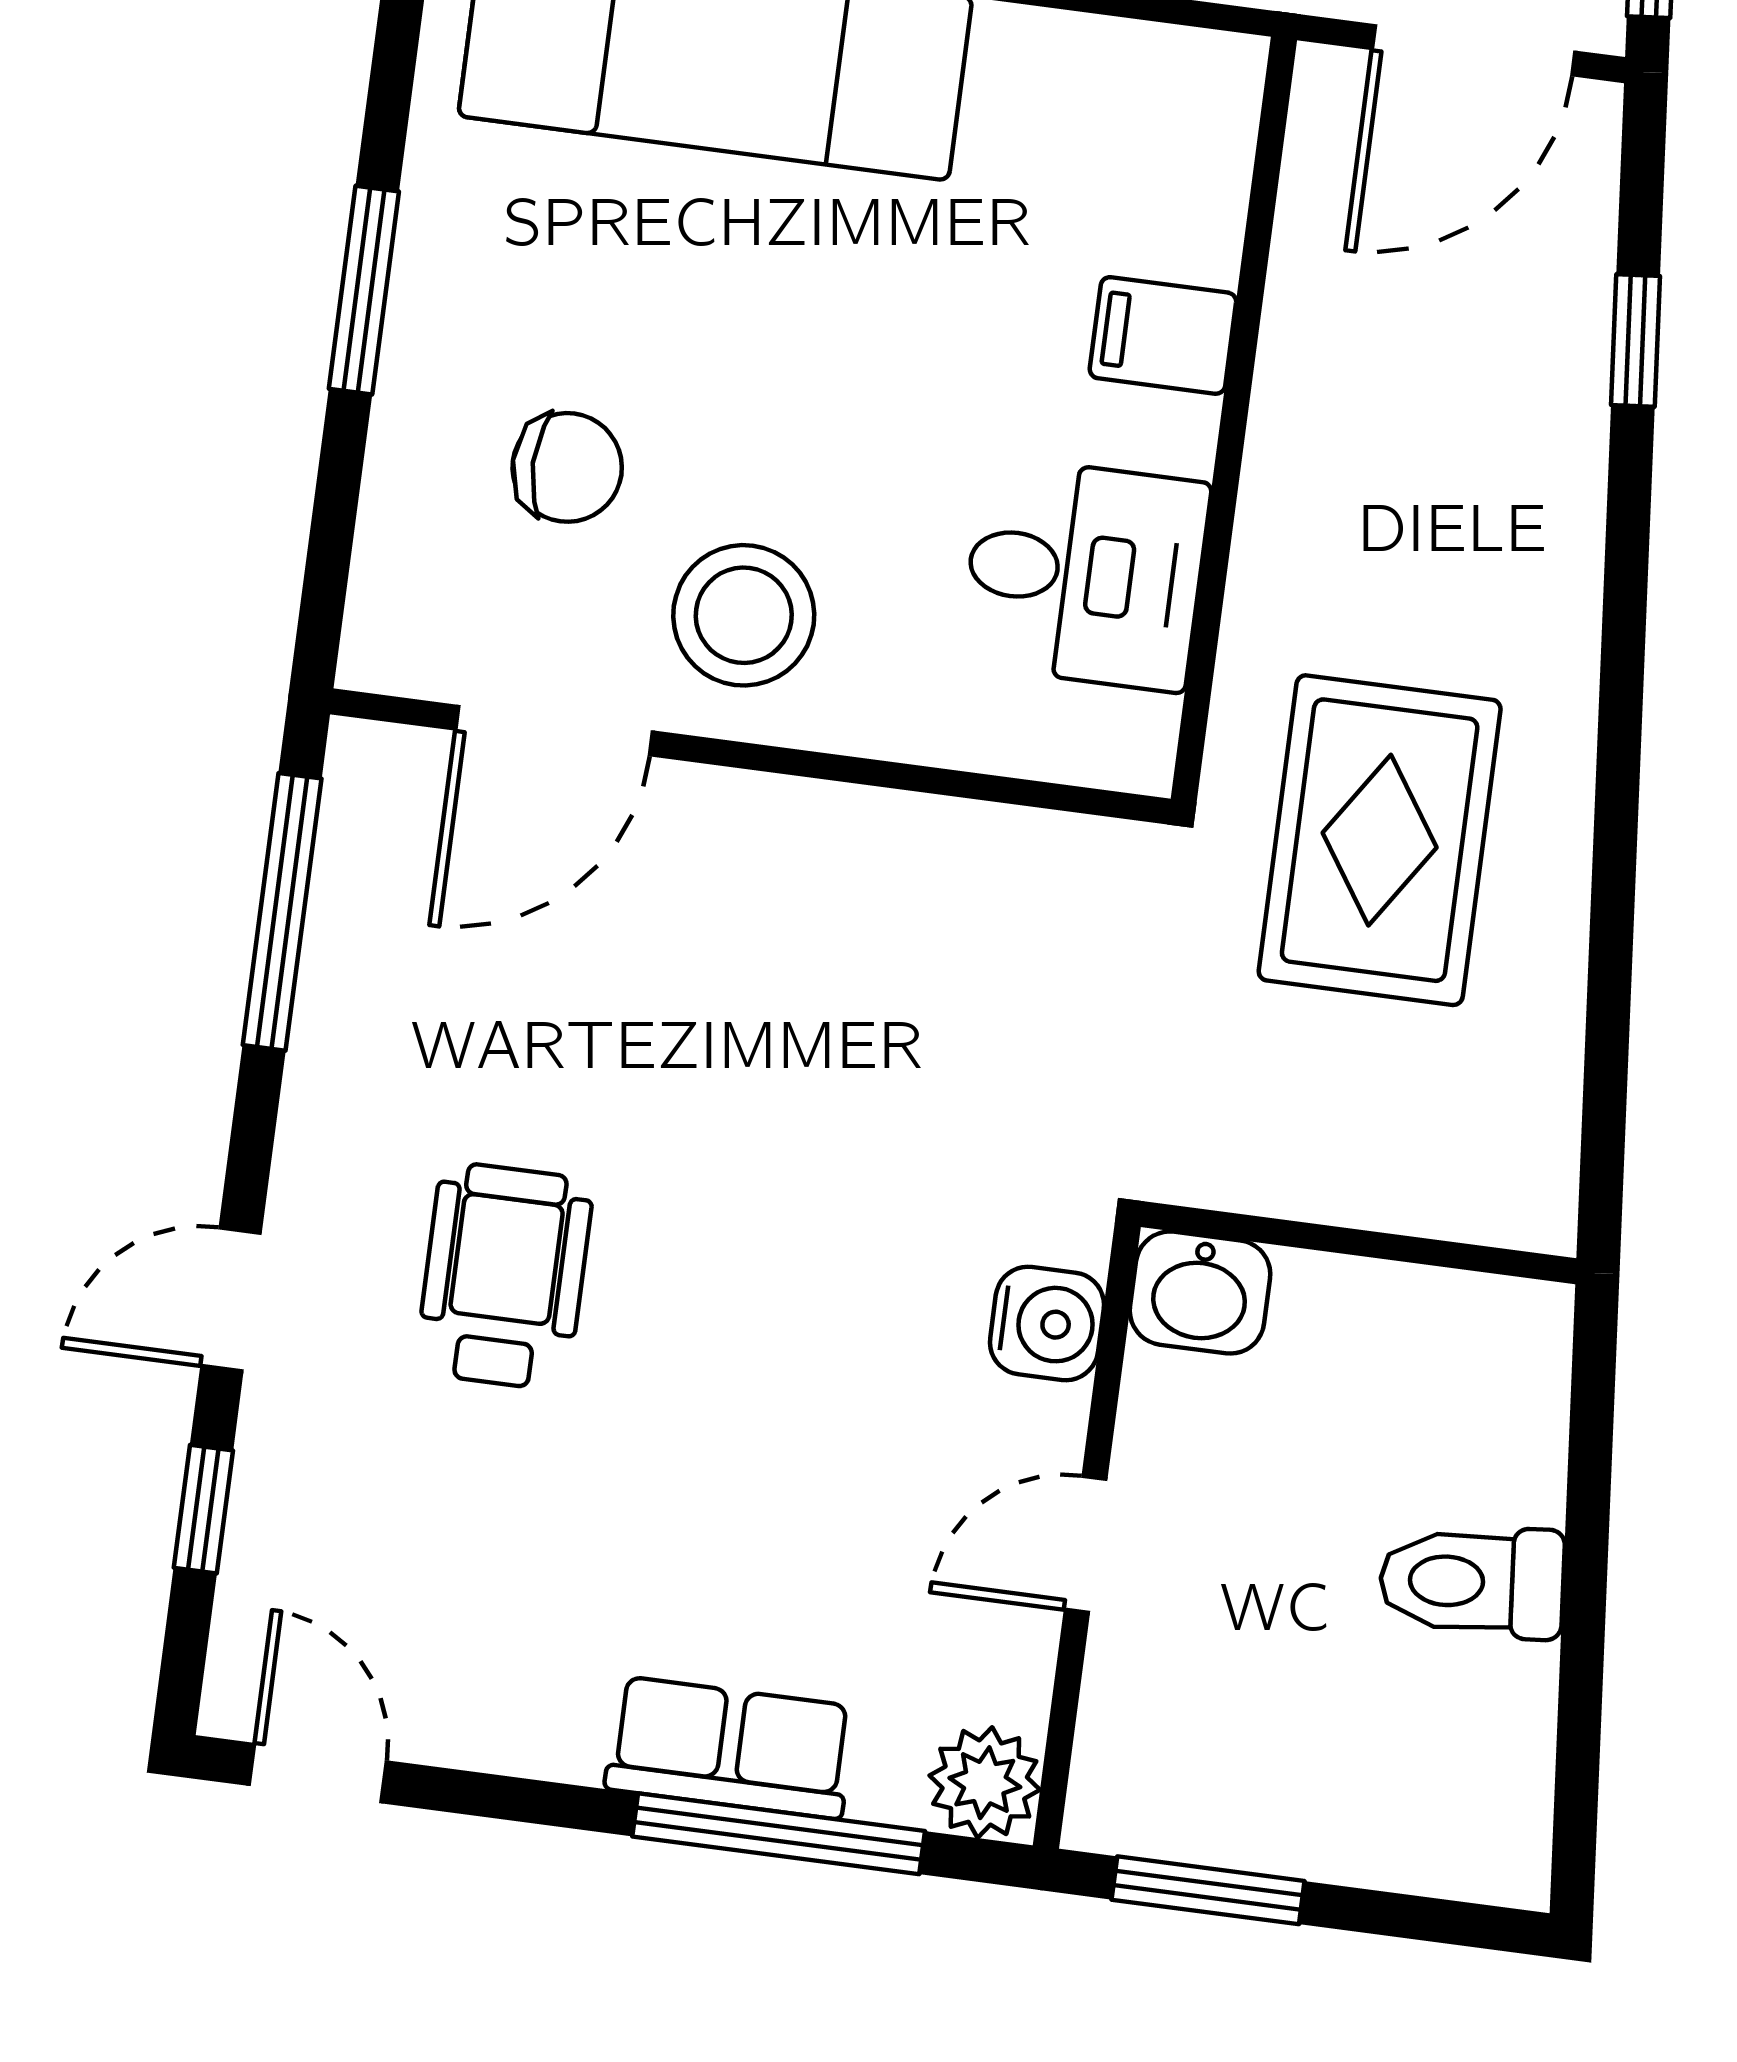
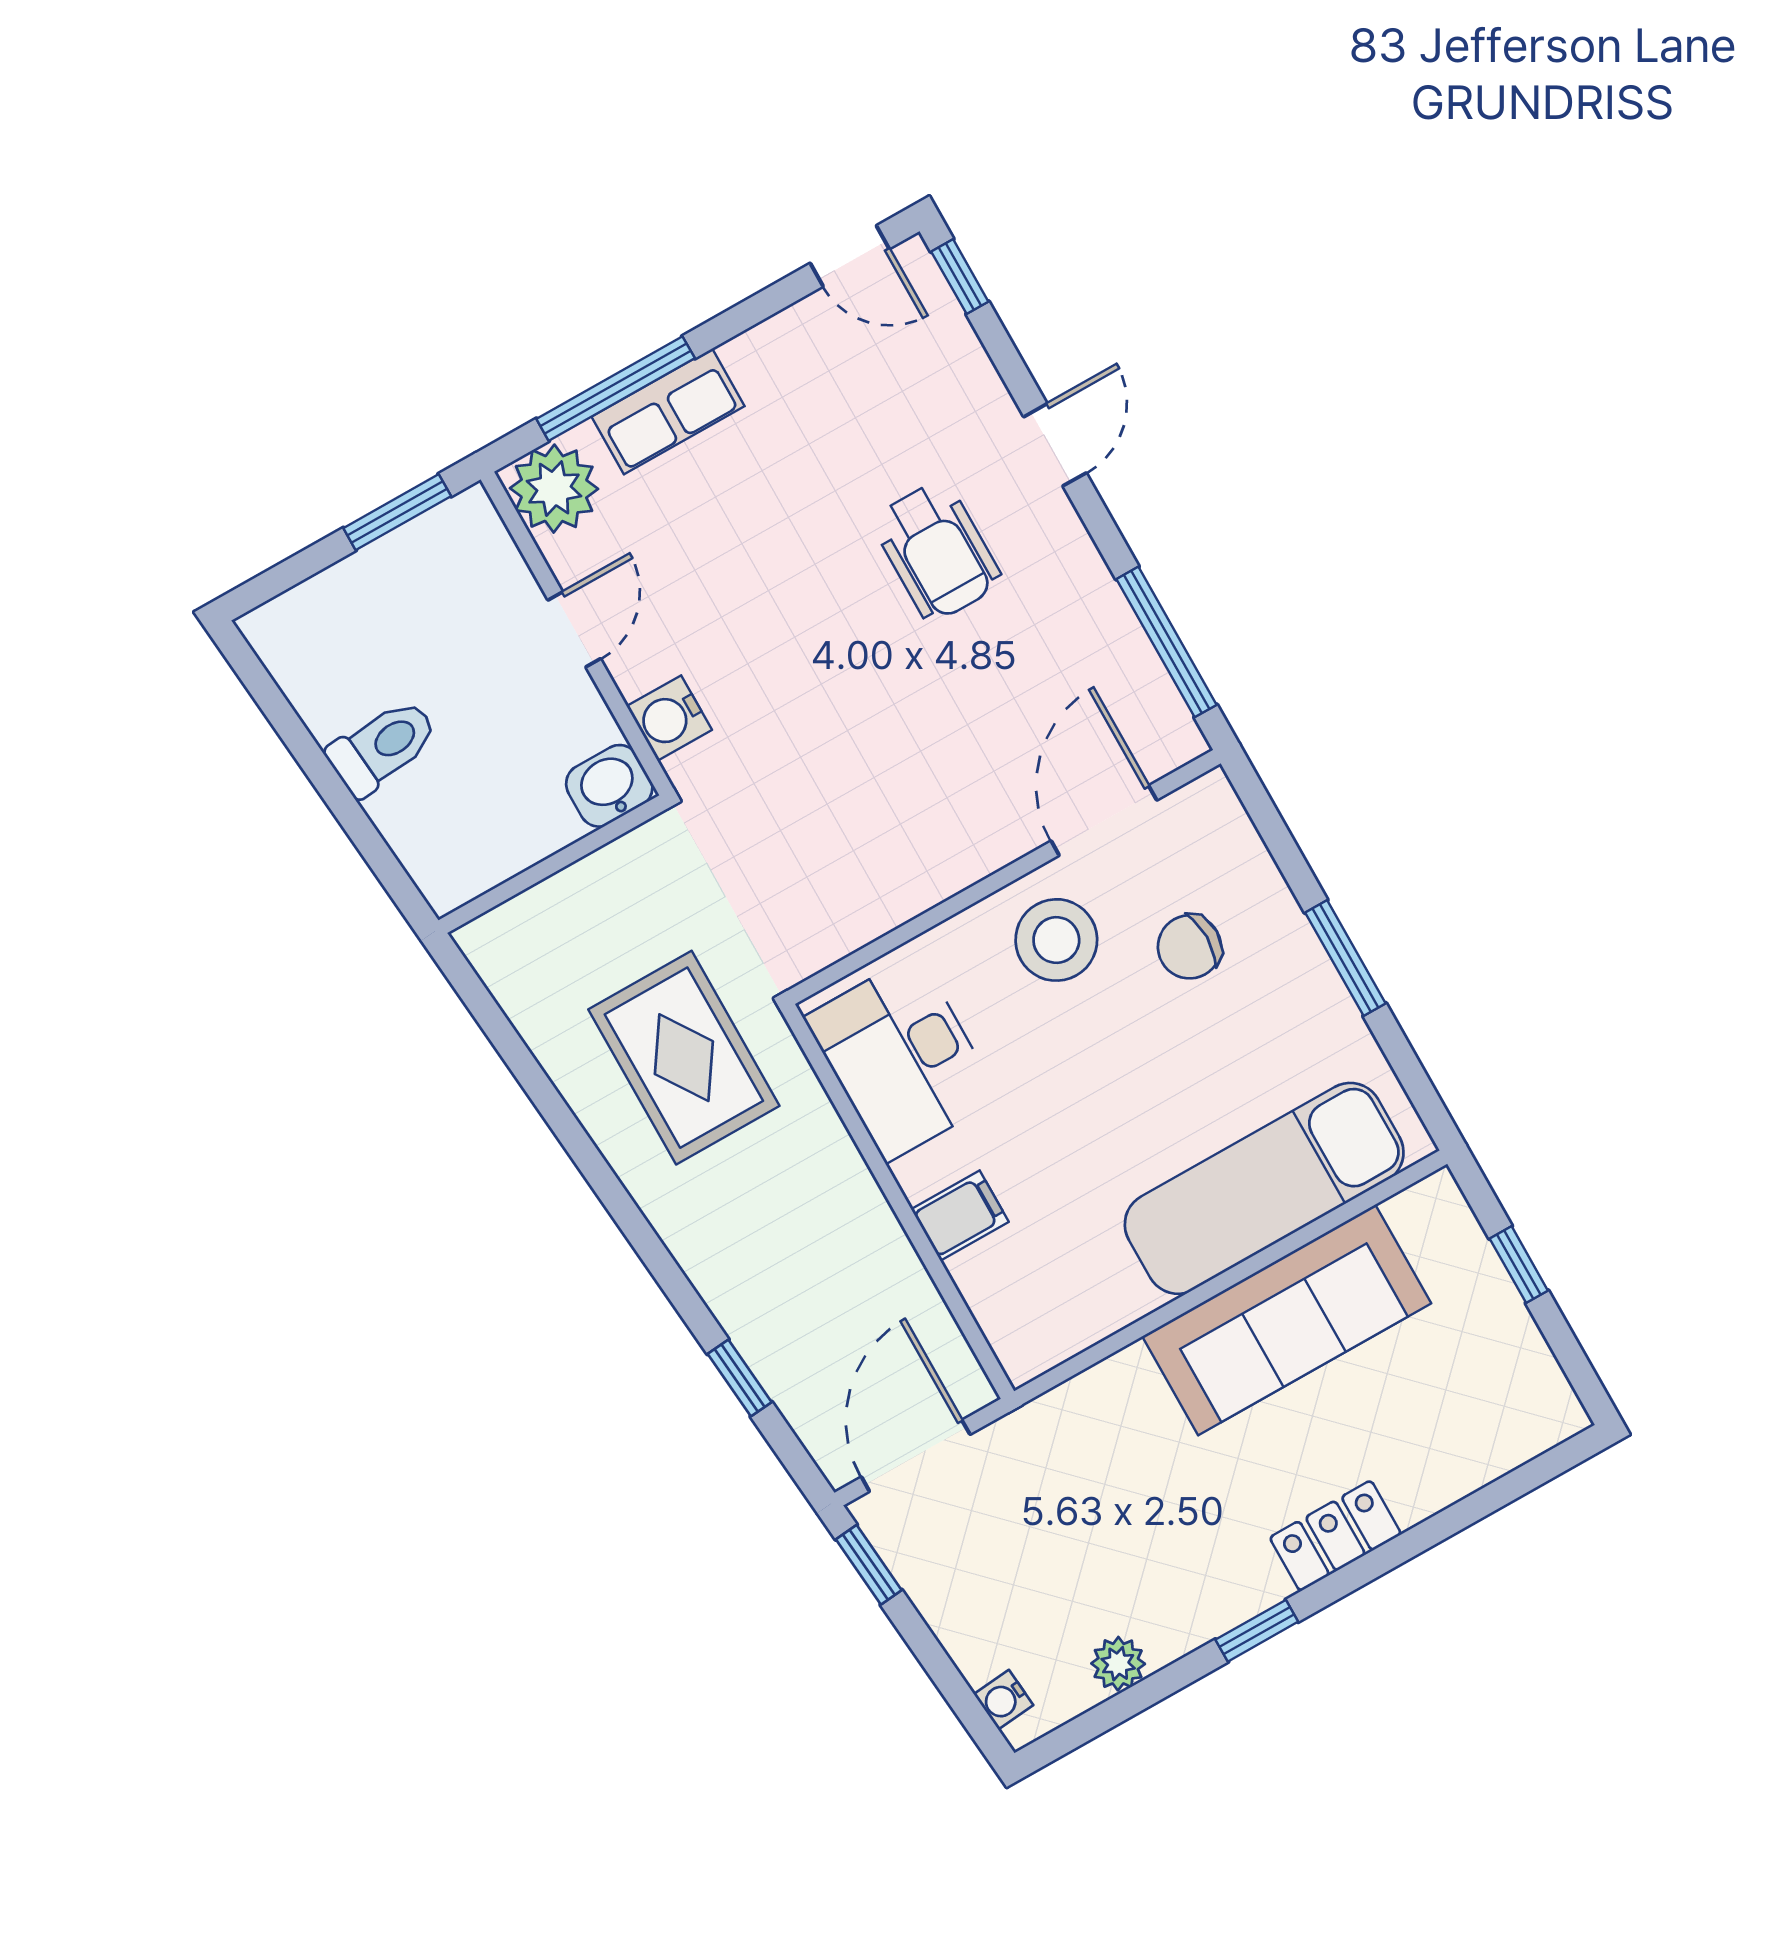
desk: (1085, 574) -> (902, 1058), width x1.37
window: (203, 1509) -> (960, 277), moved
plant: (985, 1783) -> (554, 489), width x1.36, depth x1.36

